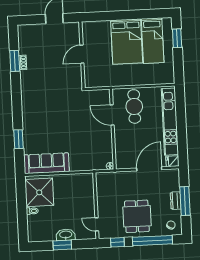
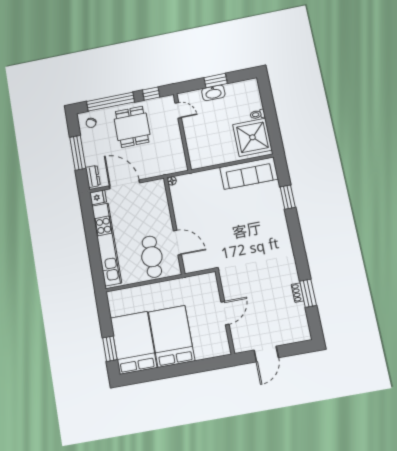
bed: (153, 41) -> (133, 343), width x1.50
door: (149, 169) -> (124, 184), swing flipped
dresser: (176, 201) -> (93, 176), moved

